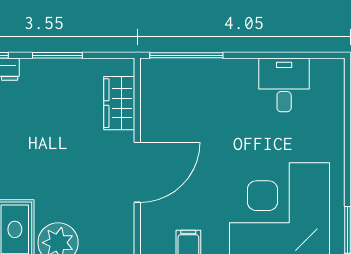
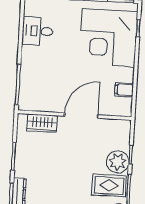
door: (137, 172) -> (81, 116), hinge flipped

